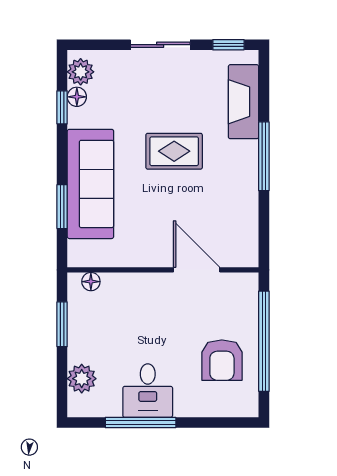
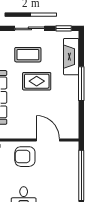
coffee table: (156, 98) -> (28, 55), added
armchair: (222, 360) -> (25, 157), moved, turned 90

